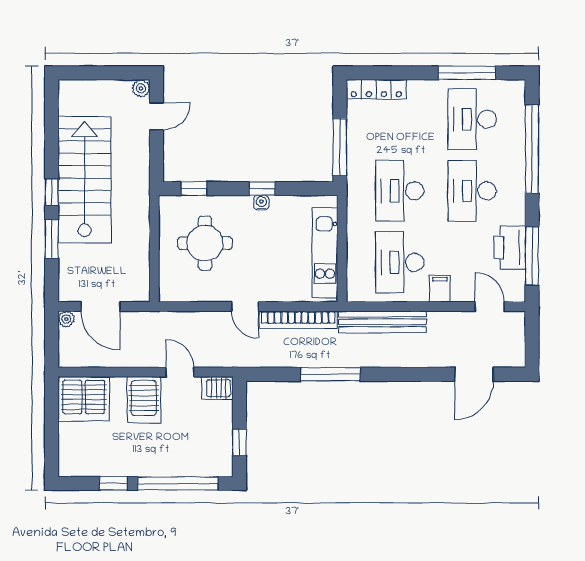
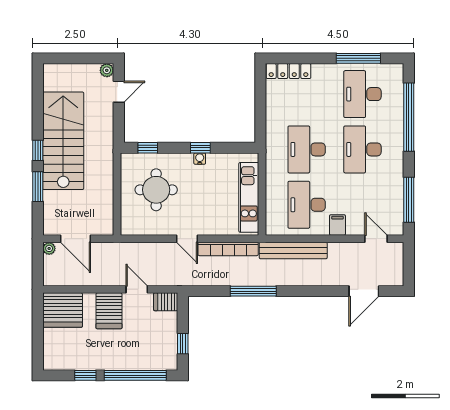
window: (340, 147) -> (260, 116), removed
printer: (510, 247) -> (392, 193), removed

